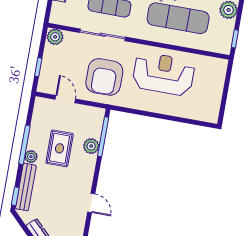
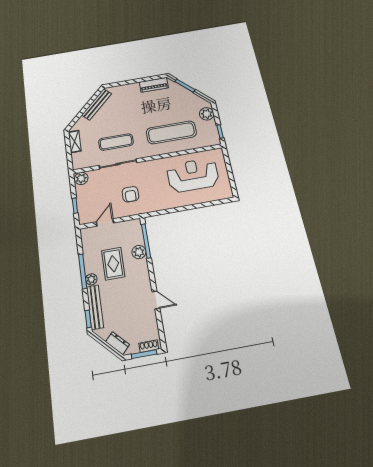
reception desk: (163, 74) -> (193, 175), moved
armchair: (104, 77) -> (130, 194), width x0.53, depth x0.53
door: (65, 99) -> (105, 222), hinge flipped

